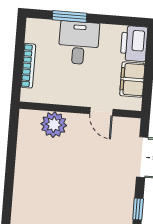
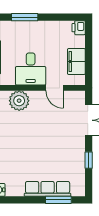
desk: (79, 43) -> (31, 69), moved, turned 180
printer: (134, 44) -> (79, 28), width x0.53, depth x0.68

